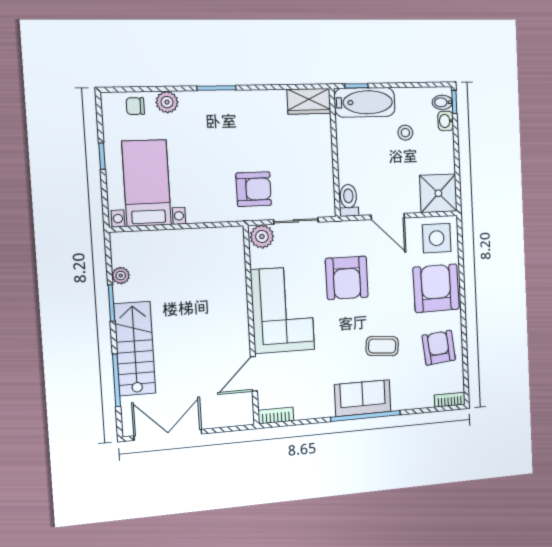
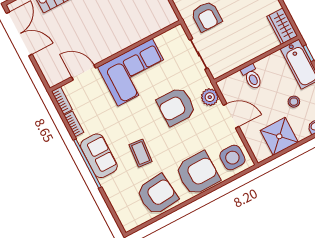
shower: (438, 193) -> (279, 136), moved
toilet: (349, 200) -> (252, 77), moved, turned 90
door: (388, 216) -> (231, 116), swing flipped
plant: (262, 237) -> (210, 97), moved
armchair: (439, 348) -> (157, 195), width x1.36, depth x1.36
bookcase: (450, 400) -> (74, 124), moved

